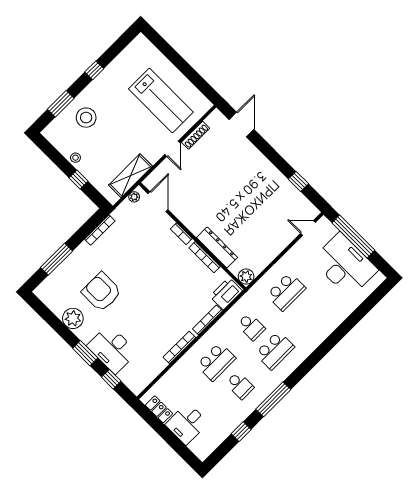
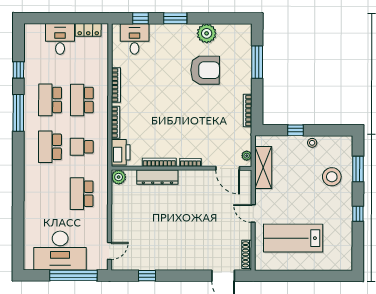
shoe rack: (196, 135) -> (247, 254), moved
desk: (112, 349) -> (135, 39), moved, width x0.73
school desk: (240, 385) -> (50, 100), width x1.85

